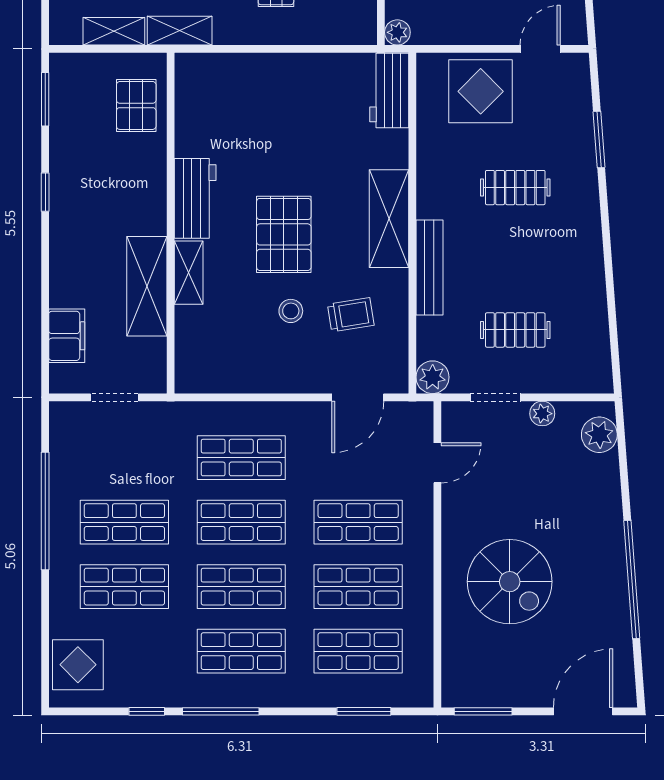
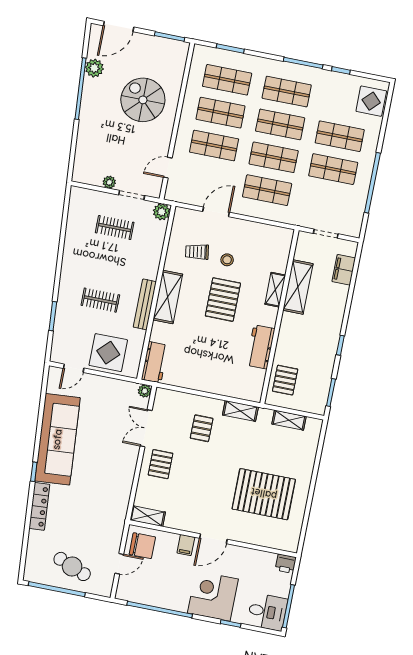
shelving: (180, 31) -> (240, 411), moved
workbench: (195, 198) -> (261, 347), moved
bench: (429, 267) -> (145, 304), moved
door: (358, 397) -> (216, 212), moved
plant: (599, 435) -> (94, 68), moved

